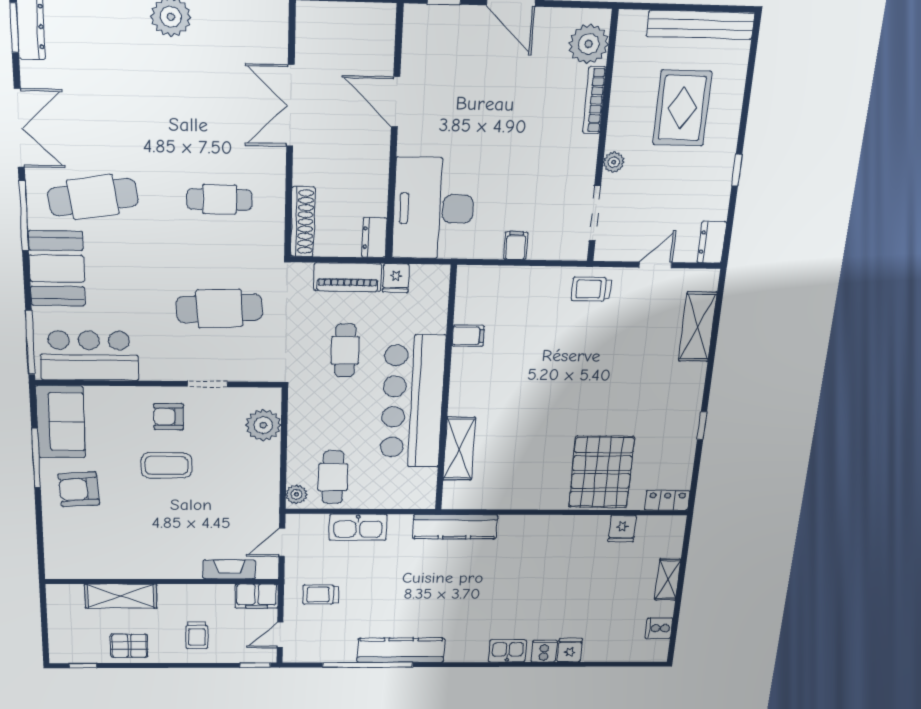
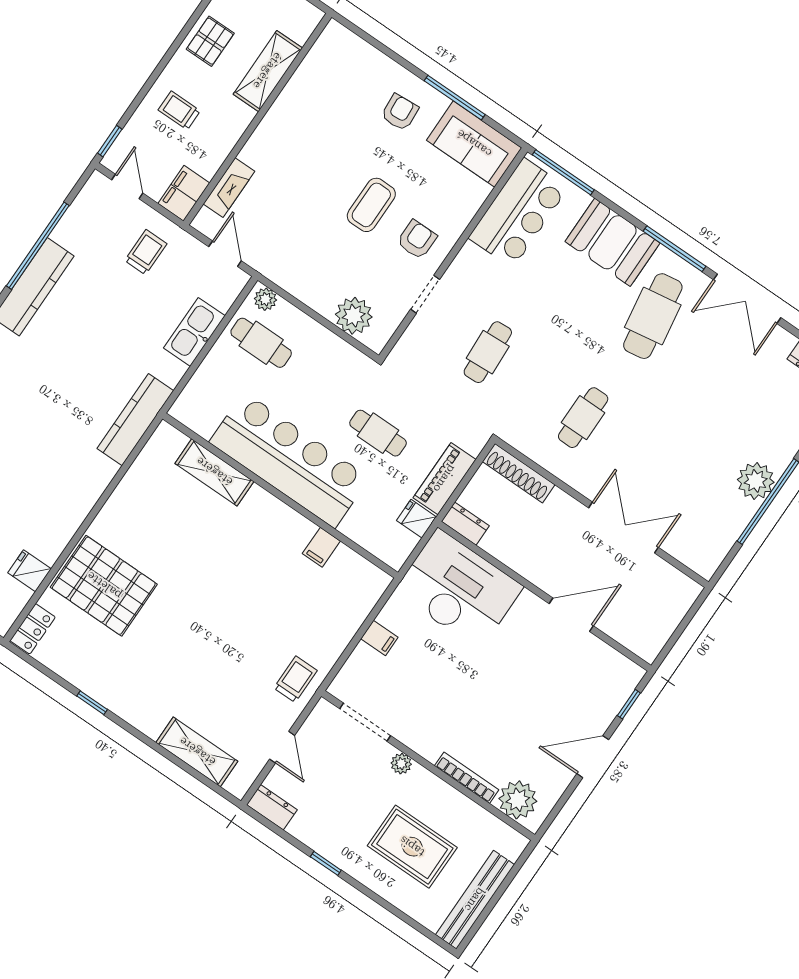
cafe table: (219, 308) -> (488, 352), width x0.73, depth x0.74
armchair: (79, 489) -> (400, 112), width x0.72, depth x0.72

